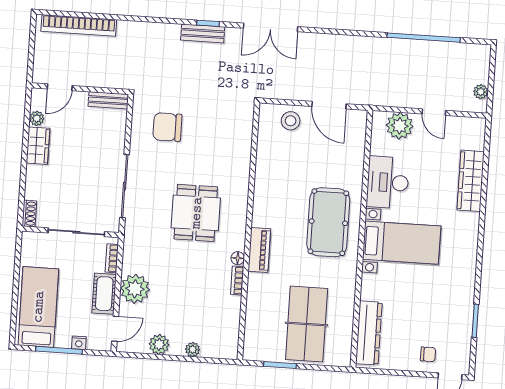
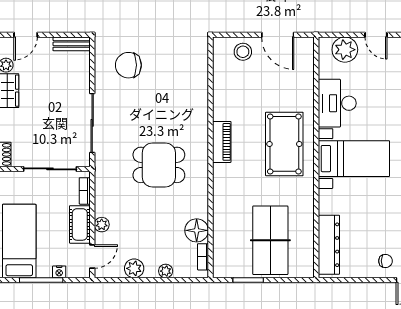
dining table: (196, 213) -> (159, 165), moved, turned 90
piano: (259, 250) -> (222, 142), moved
floor lamp: (238, 258) -> (197, 230), moved, width x1.89, depth x1.89
bookcase: (237, 281) -> (203, 257), moved
plant: (135, 289) -> (102, 225), width x0.53, depth x0.53

